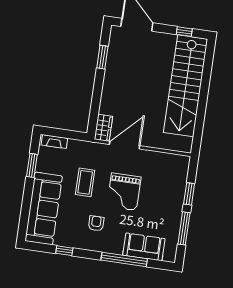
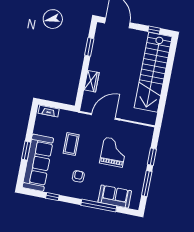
wardrobe: (103, 128) -> (92, 81), moved
window: (32, 165) -> (26, 151), moved
grand piano: (124, 192) -> (113, 152), moved, turned 180

